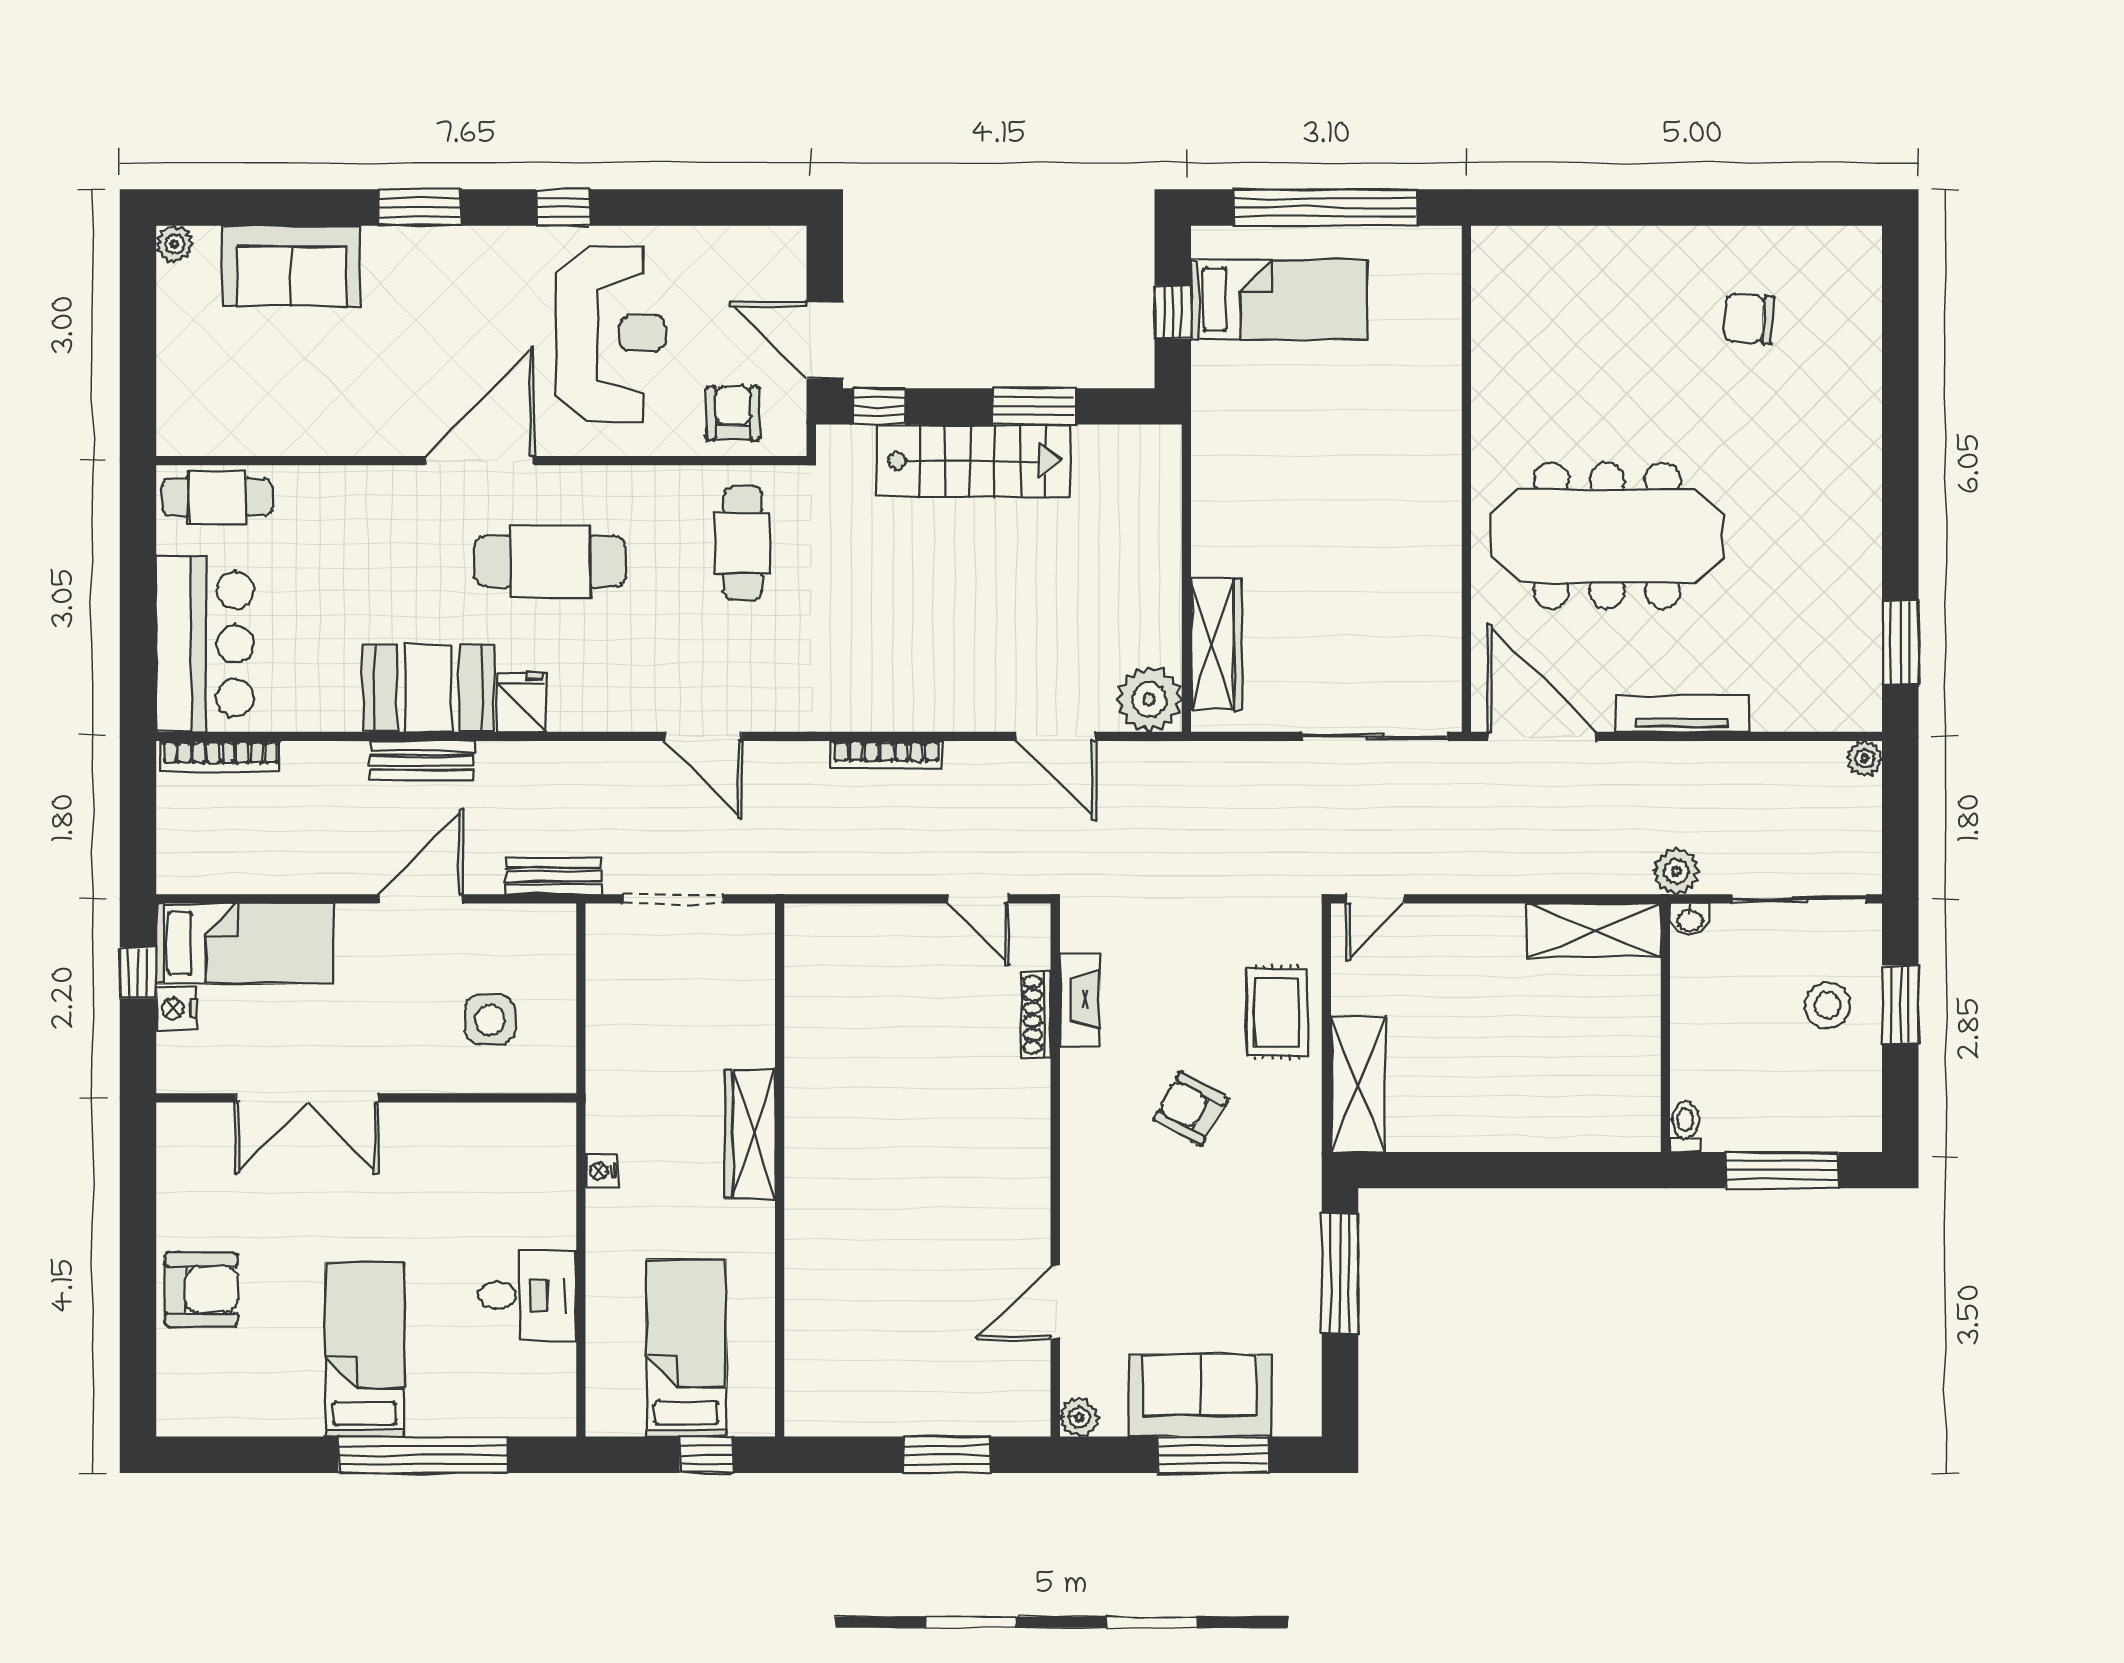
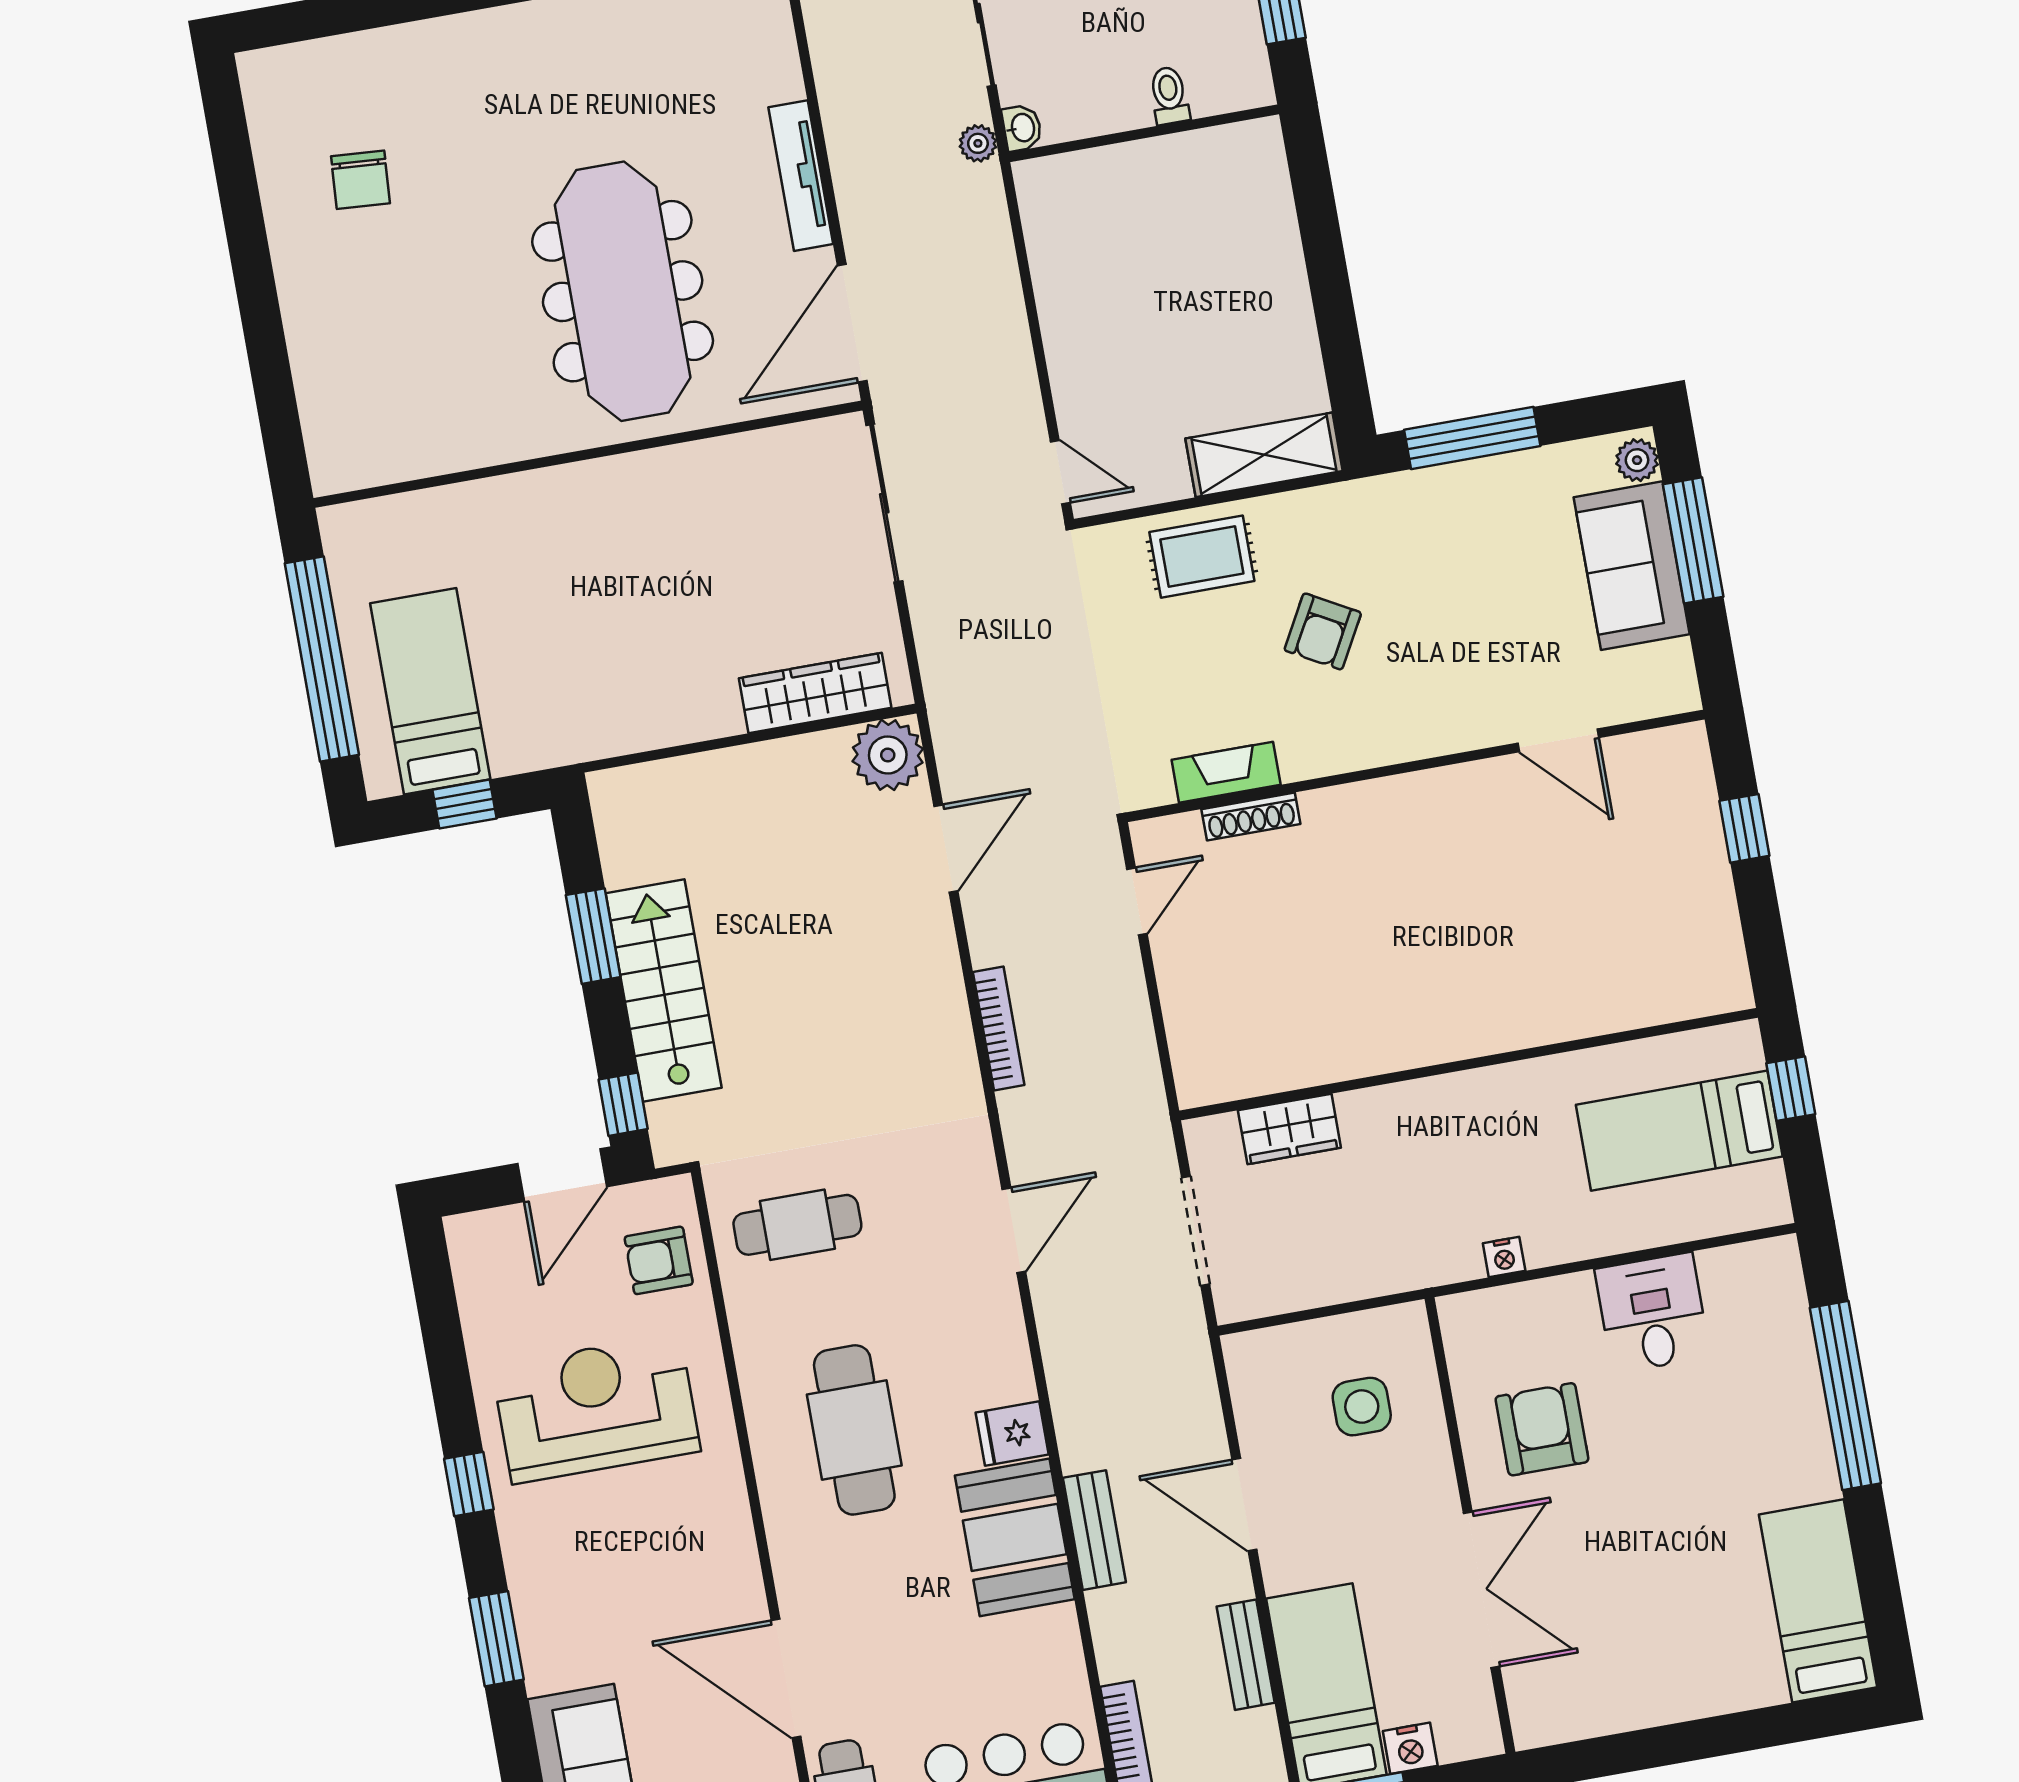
door: (479, 461) -> (786, 1679), moved
plant: (1676, 871) -> (978, 143), width x0.73, depth x0.73
bench: (553, 876) -> (1246, 1655), moved
shelving: (1594, 930) -> (1052, 230), removed
toilet: (1685, 1127) -> (1169, 95), moved, turned 90
wardrobe: (750, 1133) -> (1289, 1129), moved, width x0.67
armchair: (201, 1289) -> (1542, 1429), moved
bed: (365, 1350) -> (1818, 1601), moved, turned 90
plant: (1079, 1417) -> (1637, 460), moved
window: (947, 1455) -> (1744, 828), width x0.67

